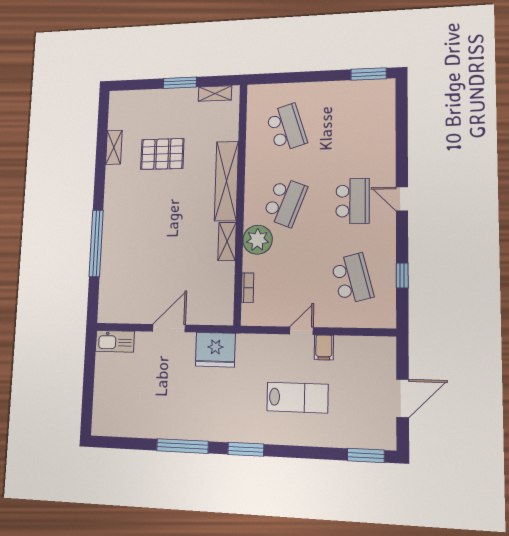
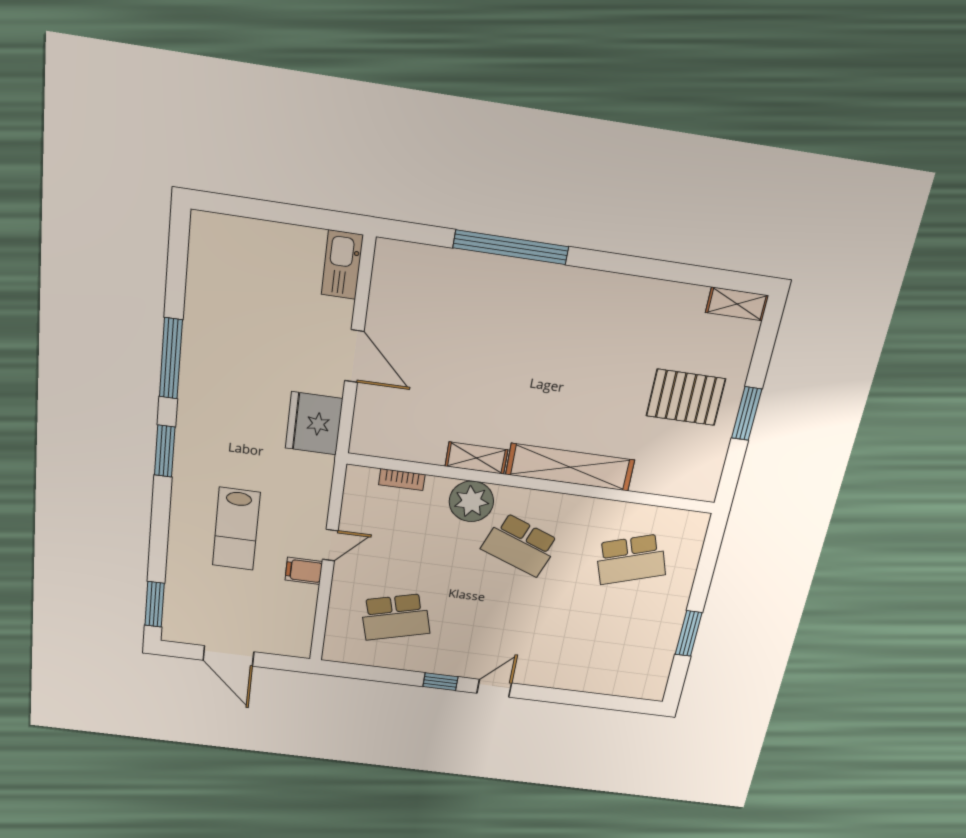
window: (369, 74) -> (689, 633), moved
shelving: (215, 94) -> (713, 465), removed
shelving: (114, 147) -> (737, 304), moved
pallet: (162, 154) -> (686, 397), moved, turned 90
school desk: (353, 201) -> (504, 631), removed
window: (402, 275) -> (441, 682), moved
door: (301, 331) -> (330, 545), hinge flipped

